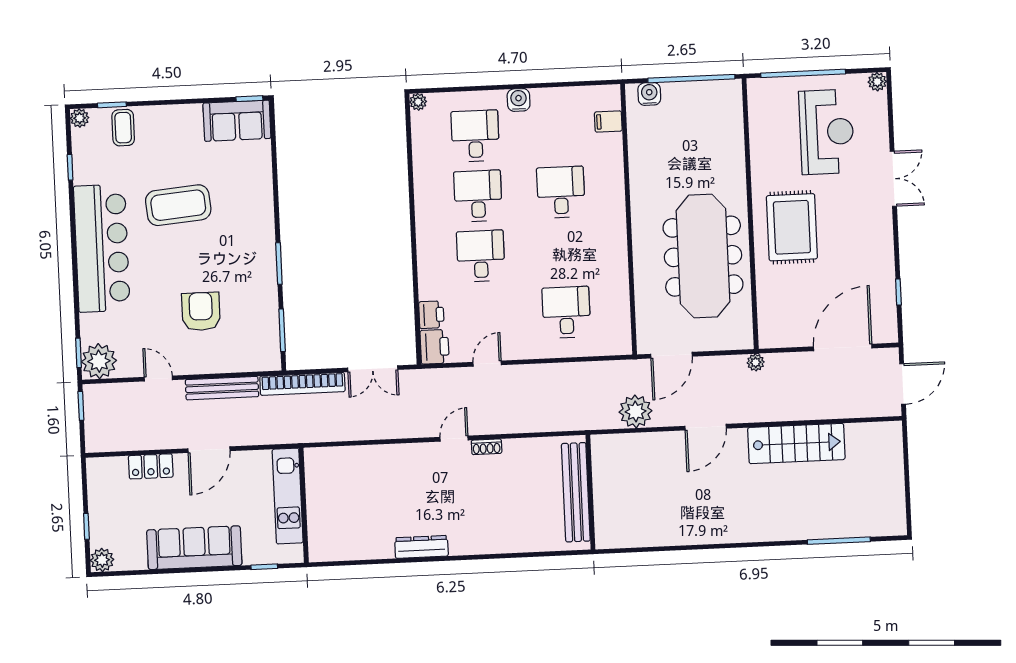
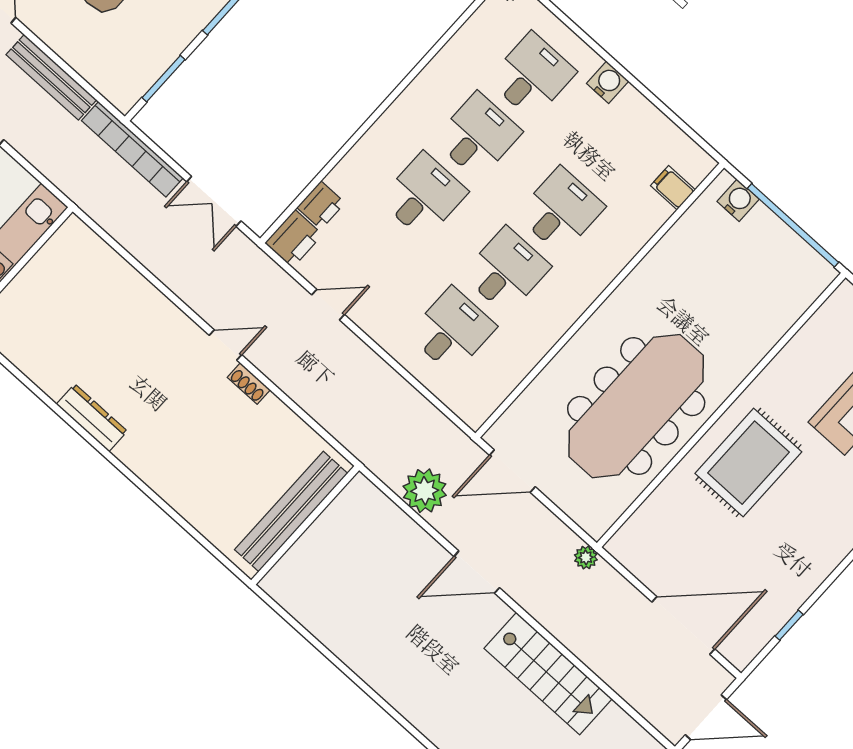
desk: (564, 252) -> (506, 271), added

